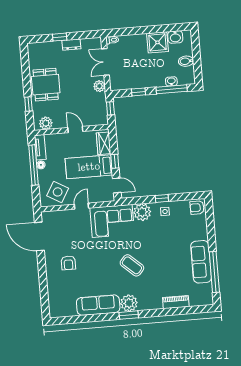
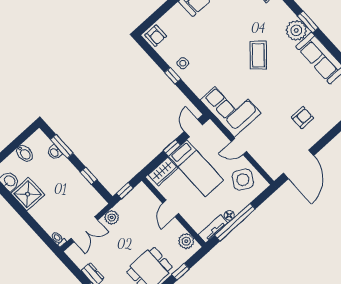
window: (172, 89) -> (62, 146), width x0.69
plant: (142, 212) -> (200, 84), removed

